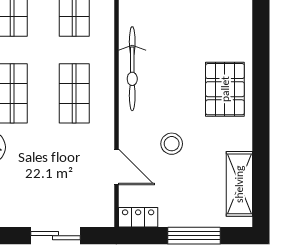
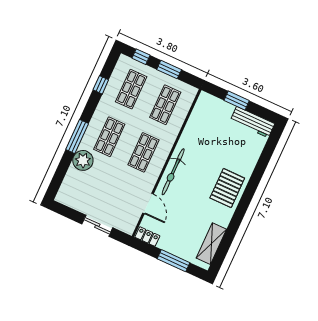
bicycle: (132, 69) -> (173, 172), moved
stool: (172, 144) -> (184, 205), removed

